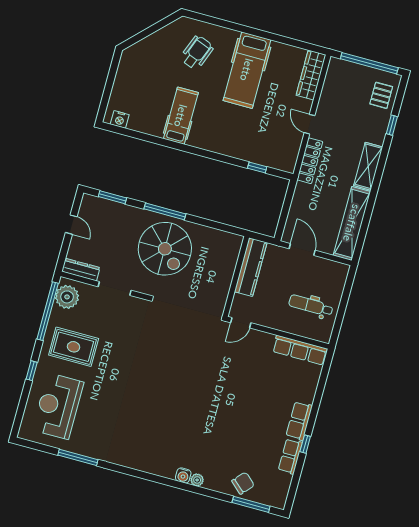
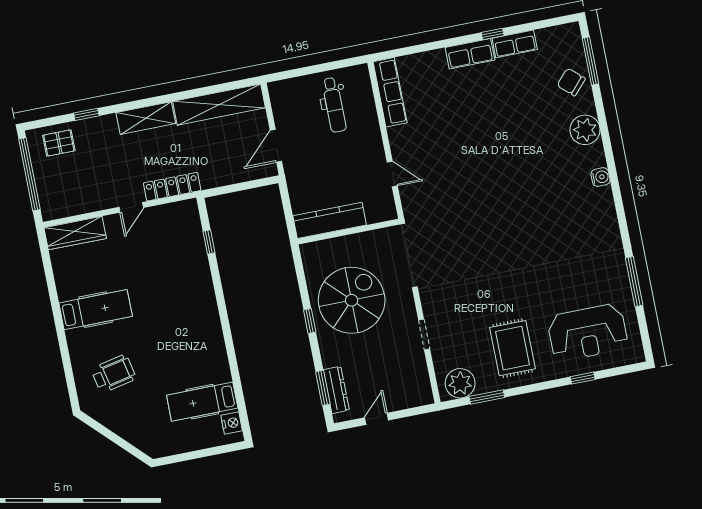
wheelchair: (197, 53) -> (114, 374), turned 147
hospital bed: (247, 70) -> (96, 310), width x0.73, depth x0.78
hospital bed: (181, 116) -> (202, 402), moved
window: (165, 211) -> (310, 321), width x0.46
kitchen counter: (251, 267) -> (330, 220), moved
dresser: (81, 270) -> (336, 390), moved, turned 180
wall: (236, 276) -> (348, 232), moved
doorway: (115, 288) -> (424, 335), width x0.73
window: (48, 311) -> (487, 397), width x0.47
window: (32, 371) -> (583, 378), moved
water cooler: (183, 475) -> (601, 177), moved
plant: (197, 480) -> (585, 130), width x1.88, depth x1.88

